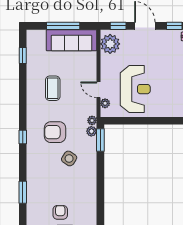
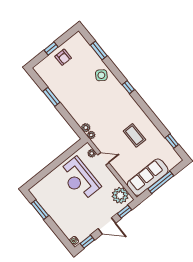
armchair: (55, 132) -> (109, 108), removed
window: (100, 140) -> (51, 97), moved
side table: (69, 158) -> (101, 75), moved

